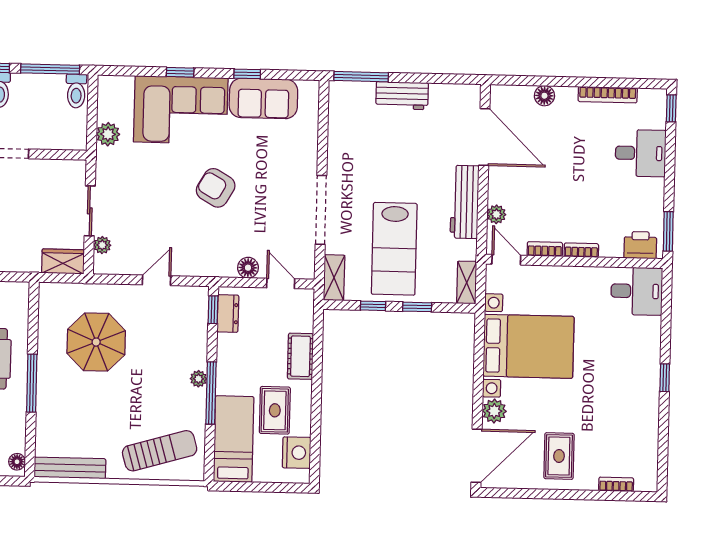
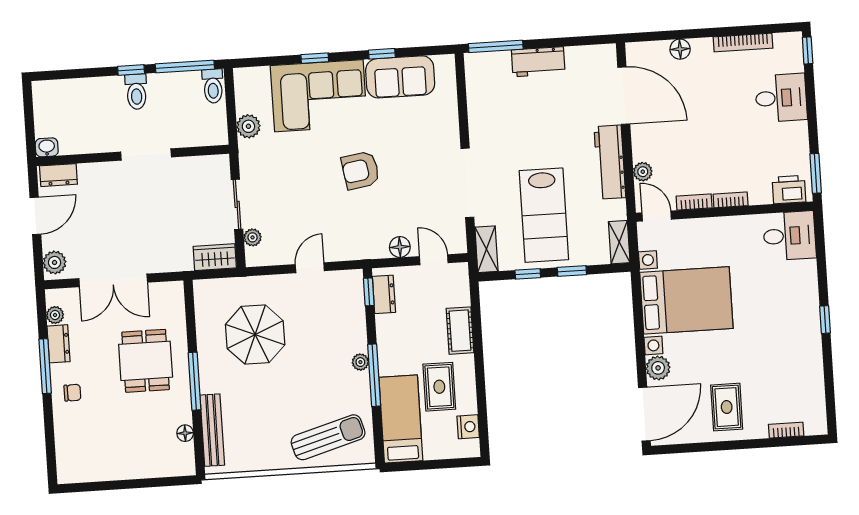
armchair: (216, 188) -> (360, 170), turned -39
nightstand: (297, 453) -> (468, 427), width x0.74, depth x0.75
floor lamp: (17, 462) -> (185, 433), moved
bench: (70, 468) -> (212, 430), moved, turned 90

